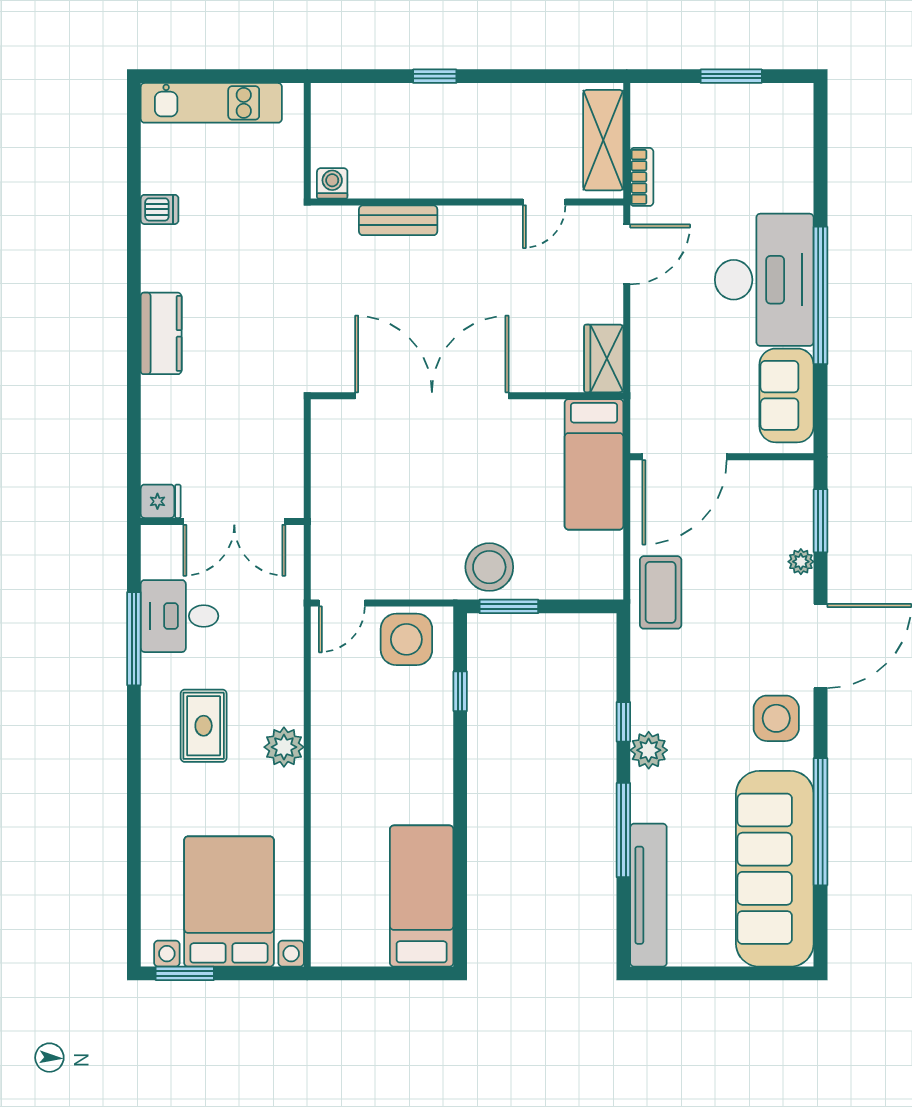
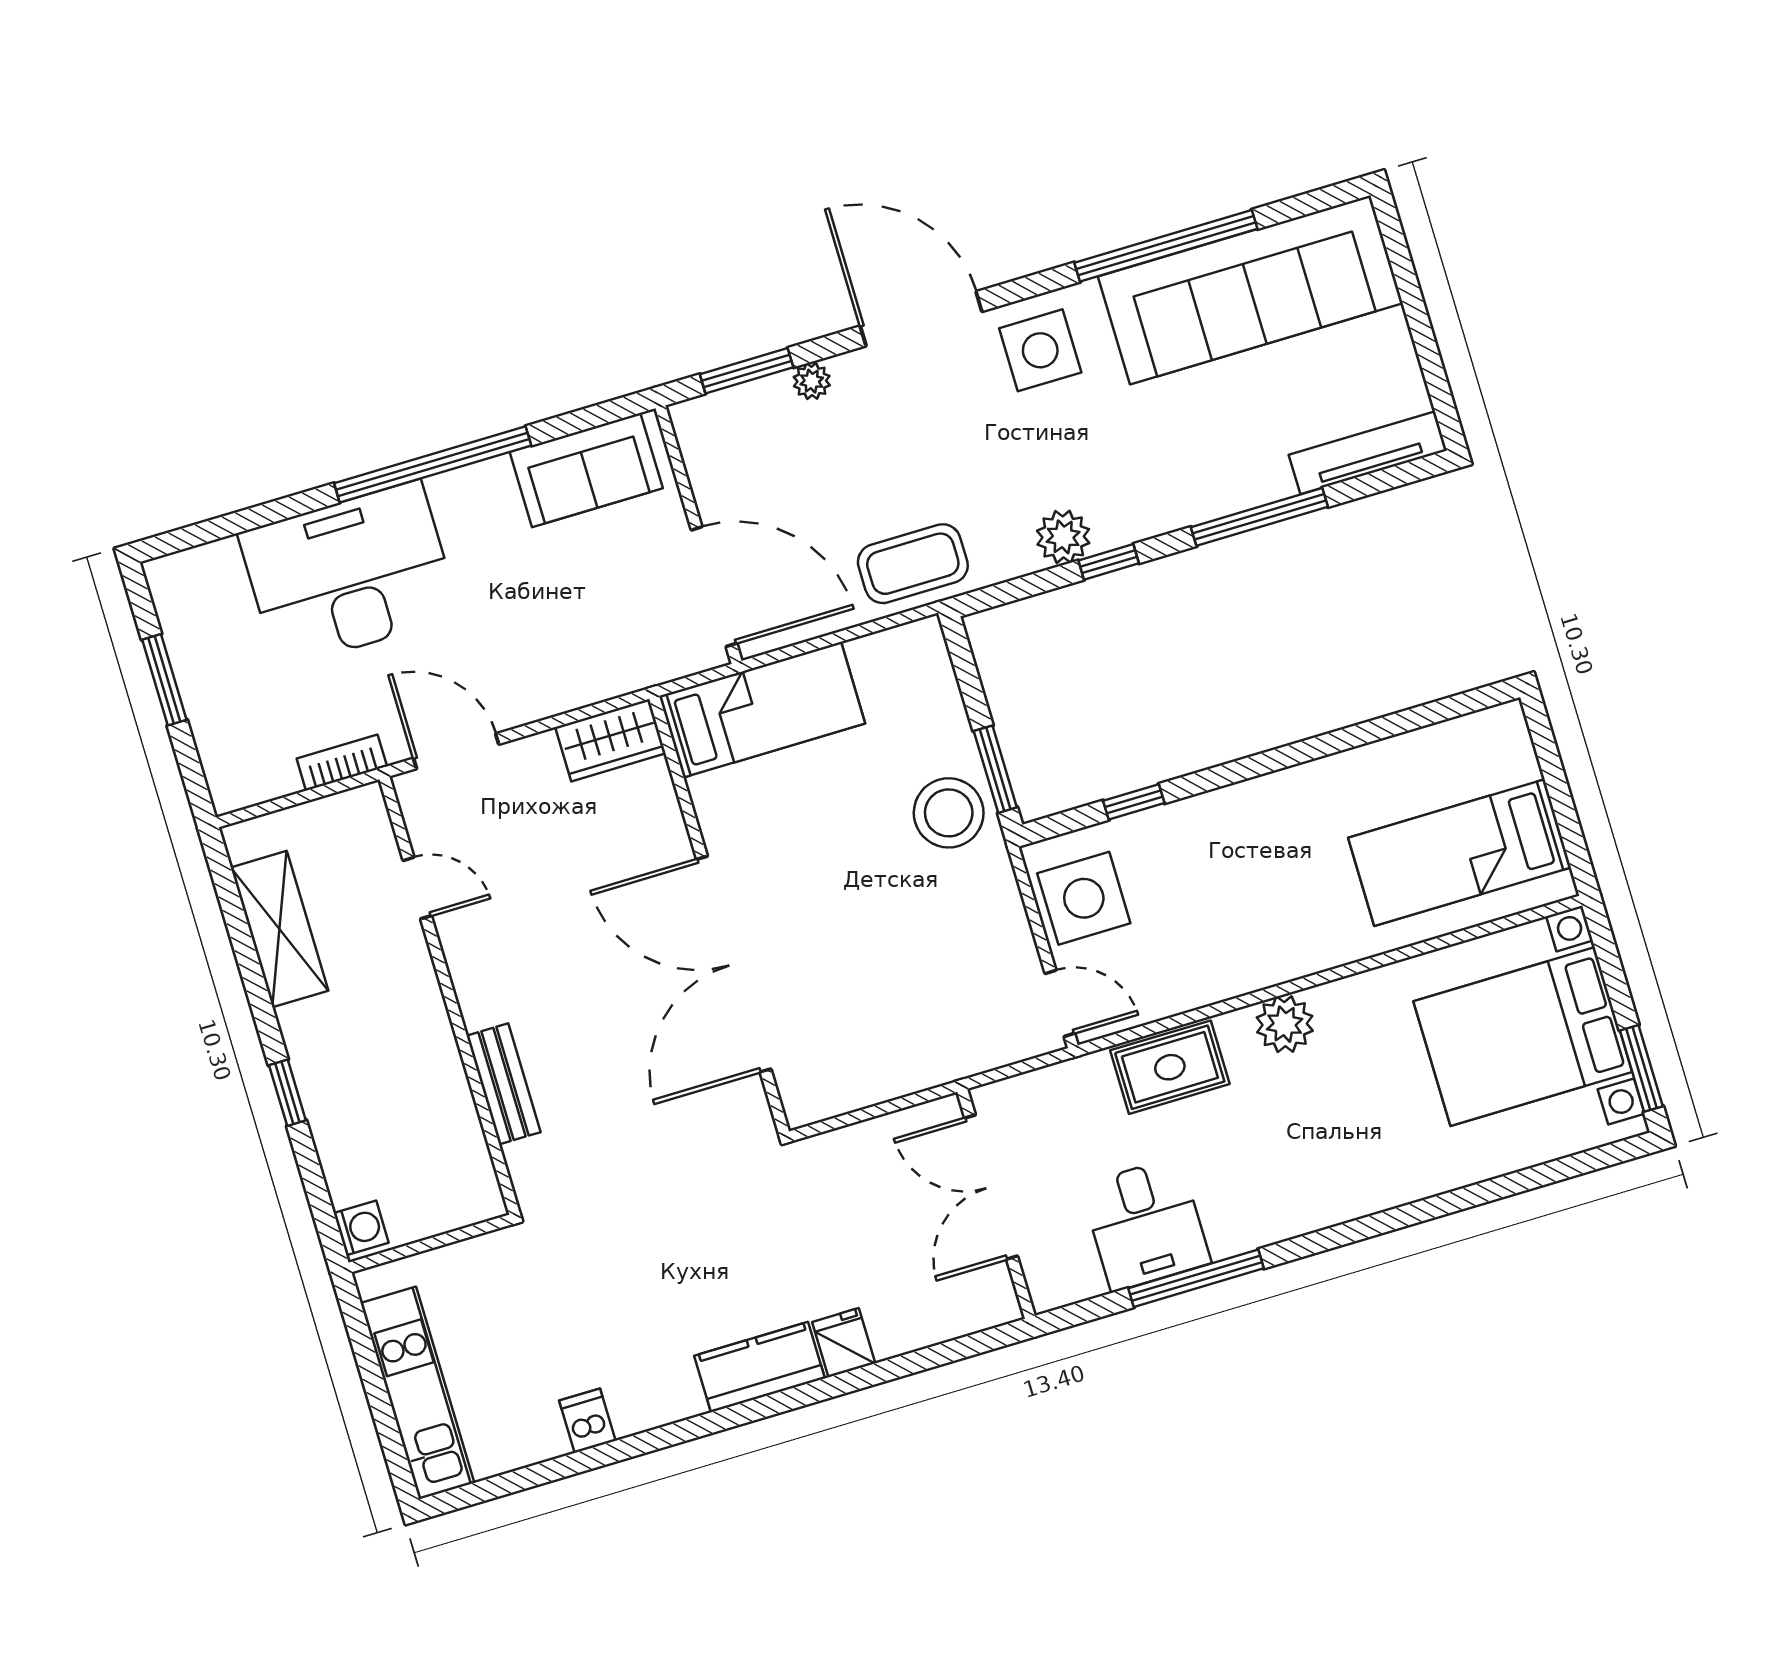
shelving: (603, 140) -> (280, 929), moved, turned 90
washing machine: (332, 183) -> (361, 1228), moved, turned 180
desk: (764, 280) -> (349, 575), moved
fridge: (161, 501) -> (844, 1343), moved
double door: (234, 521) -> (991, 1187), swing flipped
rug: (204, 726) -> (1170, 1067), moved
plant: (649, 750) -> (1063, 537), moved
tv unit: (648, 895) -> (1368, 453), width x0.73, depth x0.78
bed: (422, 896) -> (1460, 853), moved

